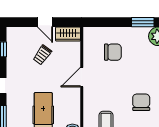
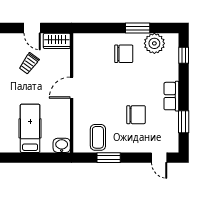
chair: (113, 52) -> (124, 54), moved
chair: (141, 102) -> (136, 115), turned 90

